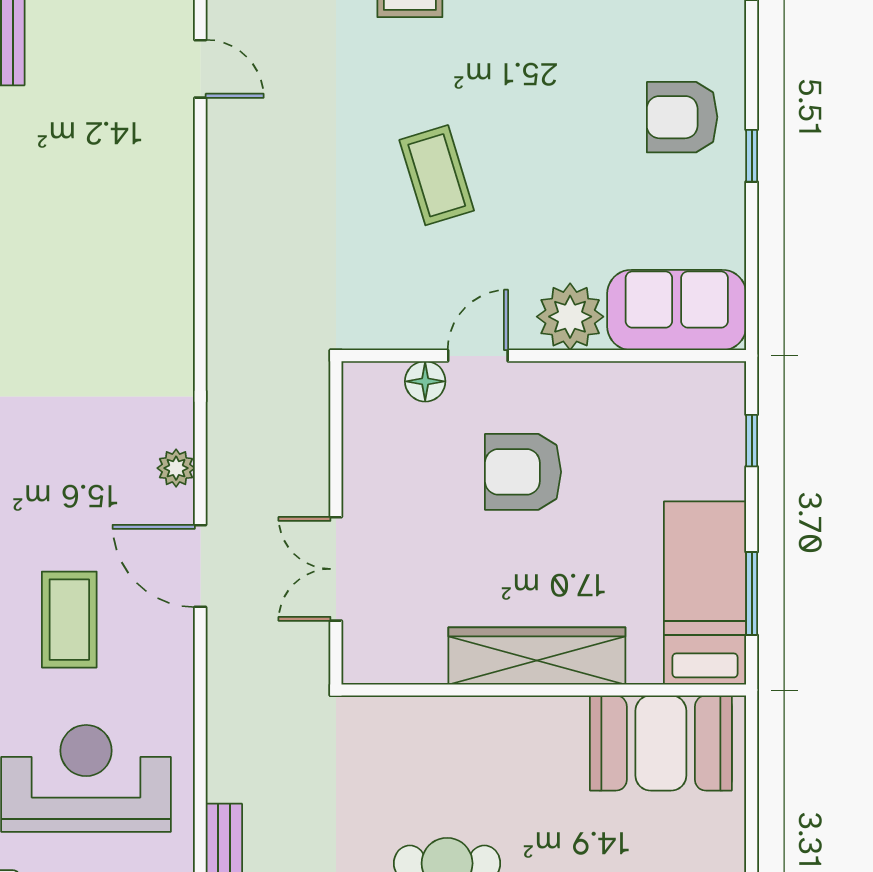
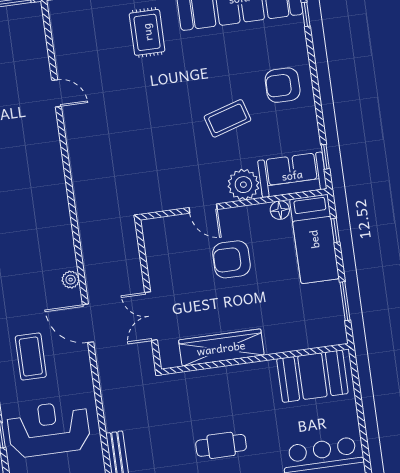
window: (752, 156) -> (325, 157), moved
coffee table: (437, 175) -> (227, 118), moved, turned 90
door: (478, 356) -> (203, 208), swing flipped
floor lamp: (425, 381) -> (280, 210), moved
bed: (705, 593) -> (314, 239), moved, turned 180
wardrobe: (537, 656) -> (221, 348), moved

